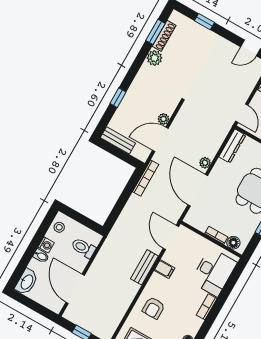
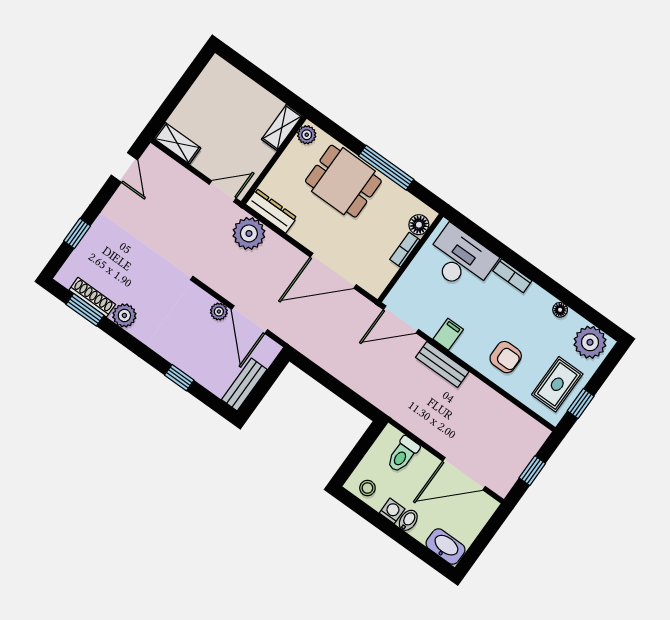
plant: (205, 163) -> (249, 233), moved, width x1.88, depth x1.88
bookcase: (146, 178) -> (306, 348), removed

